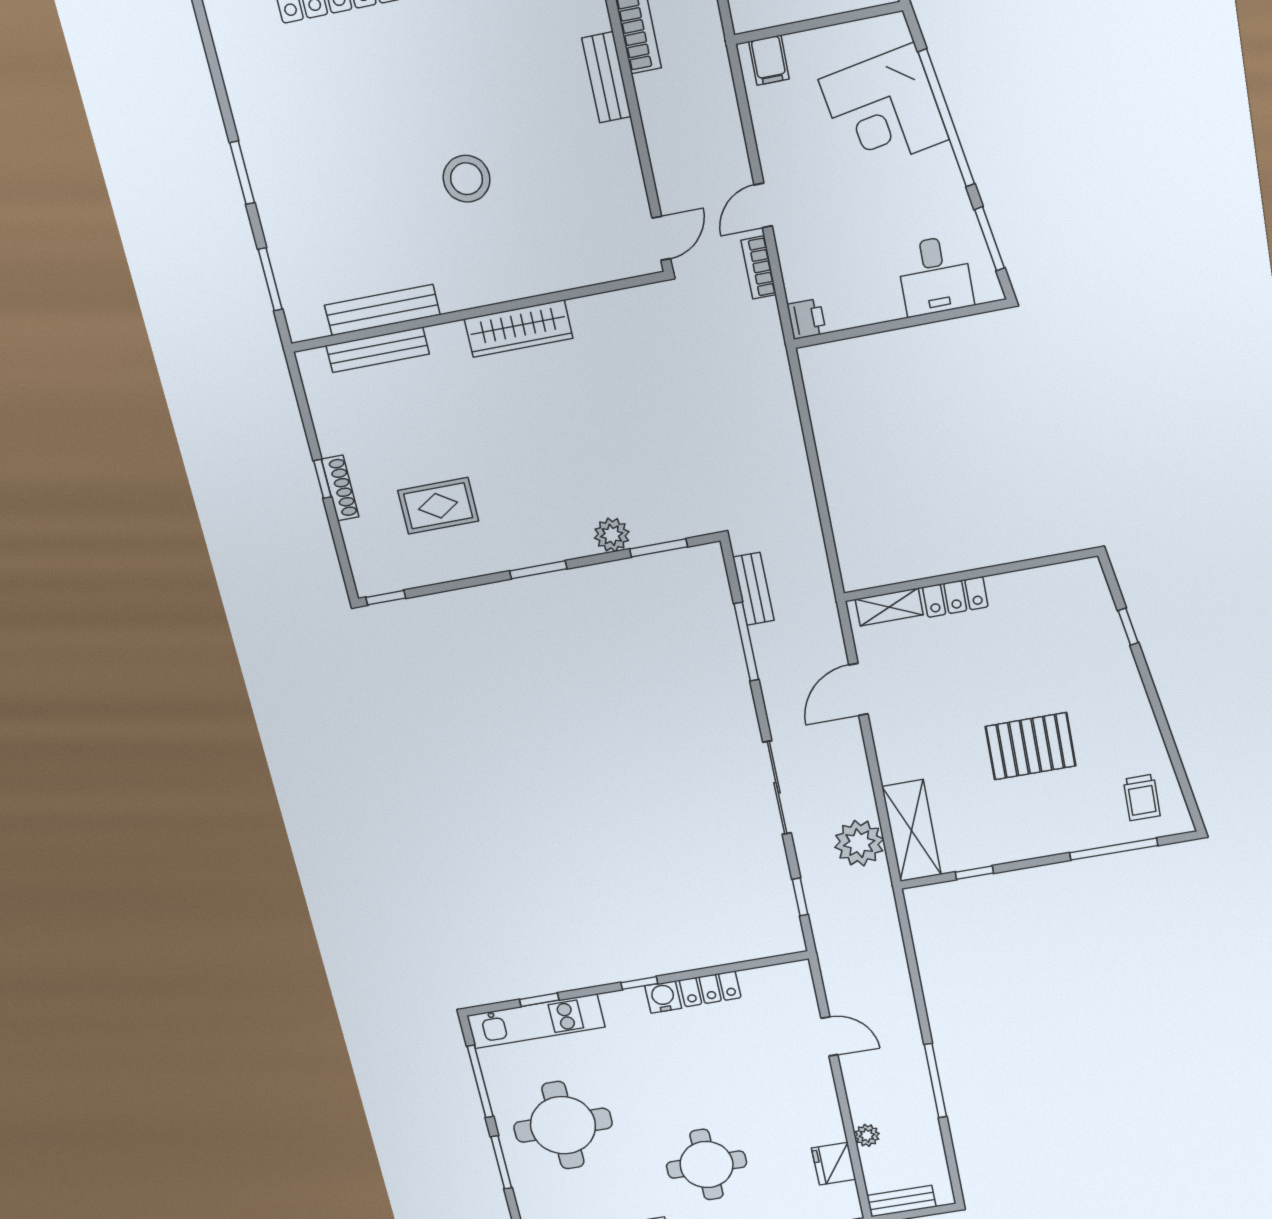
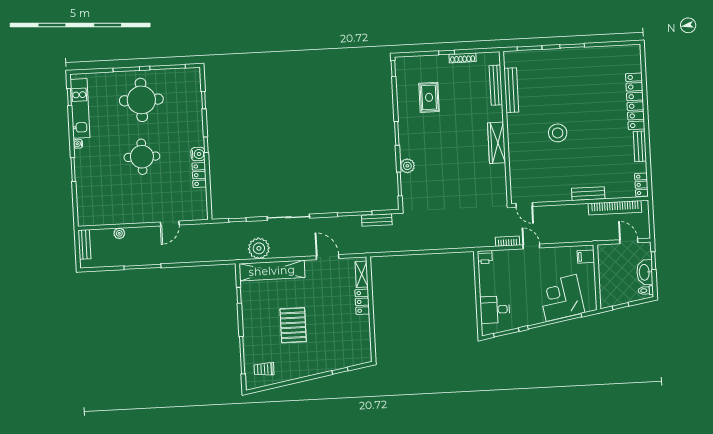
shoe rack: (340, 488) -> (463, 58), moved
shelving: (912, 831) -> (272, 271), width x1.47
kitchen unit: (536, 1021) -> (193, 97), removed
fridge: (834, 1164) -> (107, 217), removed
round table: (707, 1165) -> (142, 157), moved

